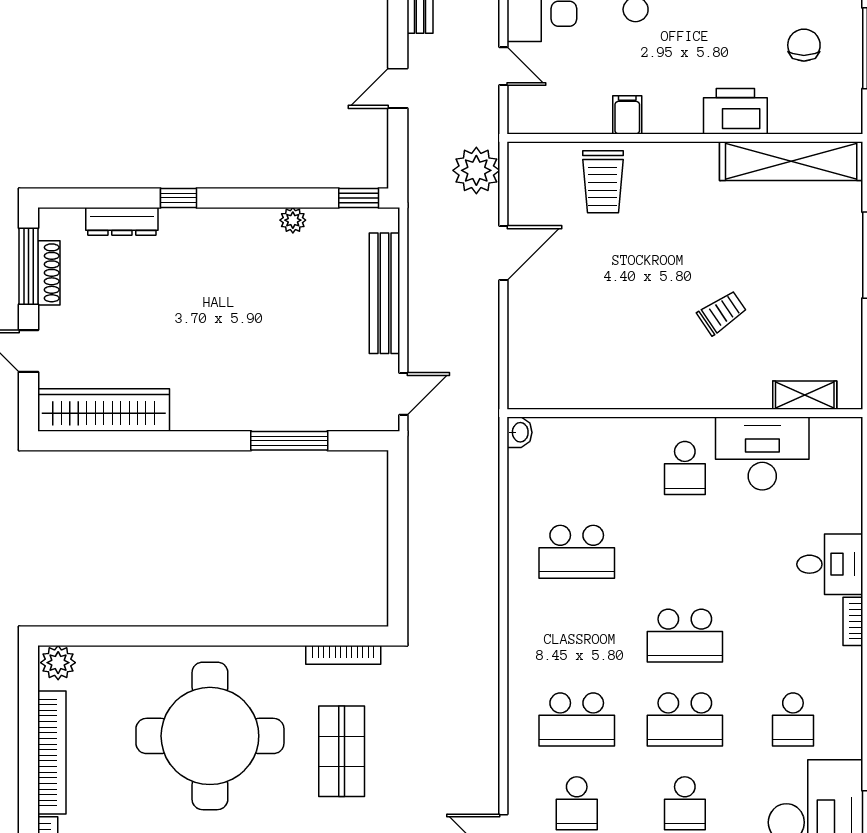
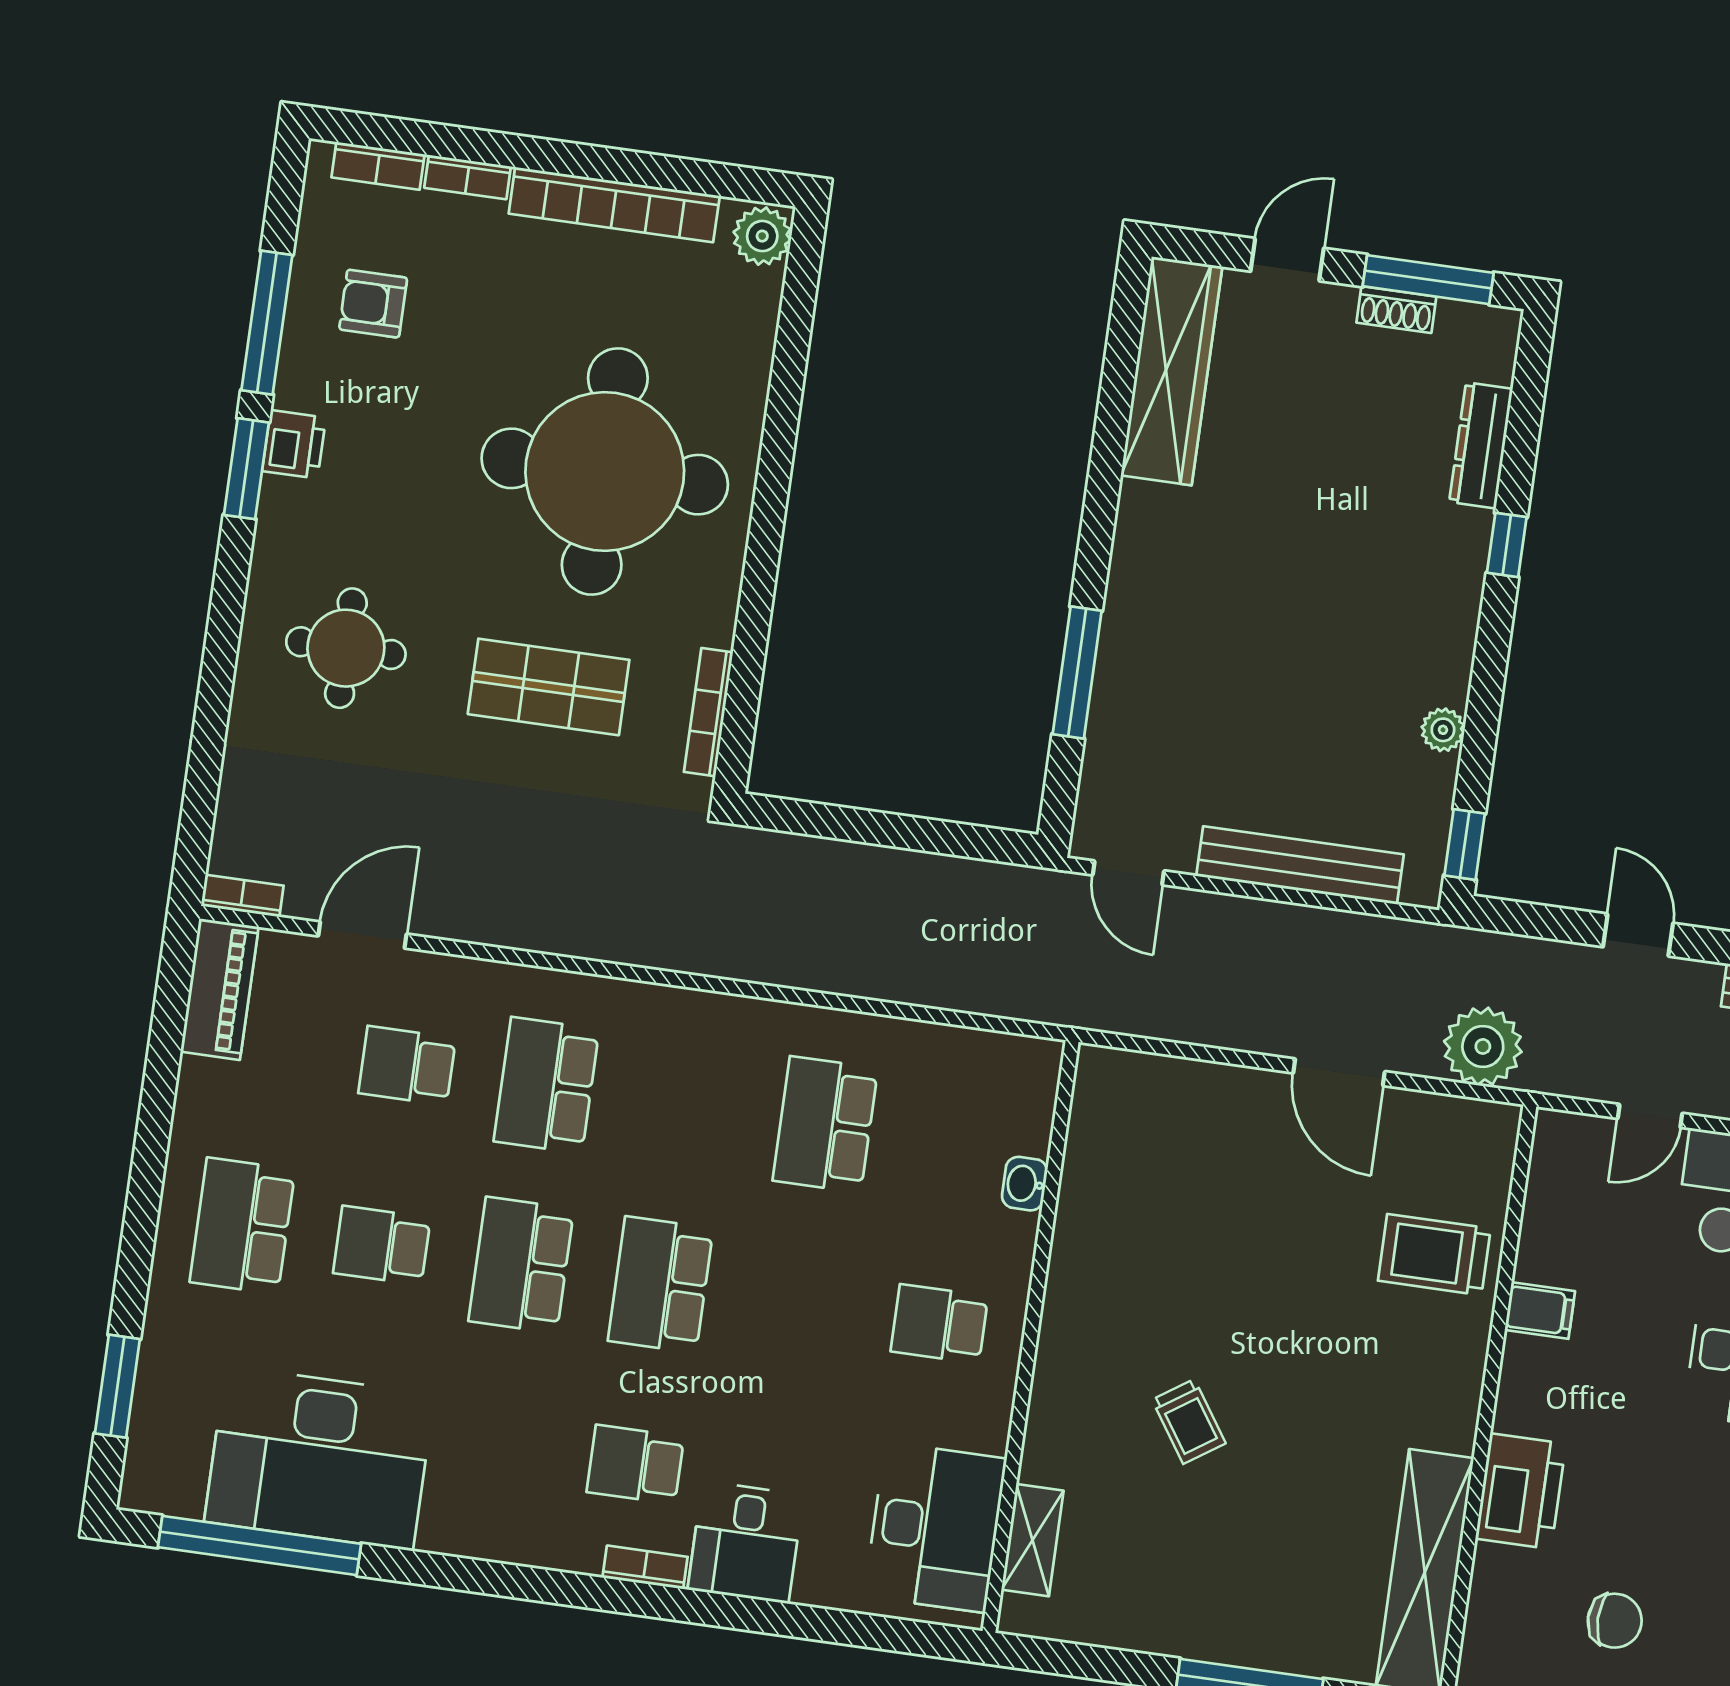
shoe rack: (49, 273) -> (1396, 310), width x0.70
washbasin: (520, 432) -> (1025, 1184), moved, turned 90
desk: (762, 453) -> (935, 1527), moved
school desk: (793, 719) -> (635, 1464), moved

